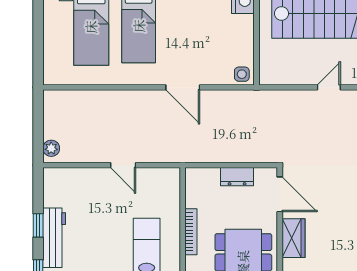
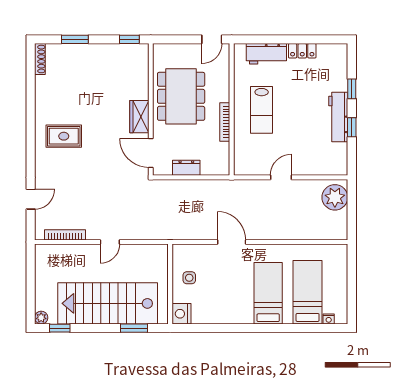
side table: (242, 74) -> (189, 278), moved
plant: (51, 148) -> (335, 197), width x1.87, depth x1.87
door: (123, 165) -> (281, 177), hinge flipped

